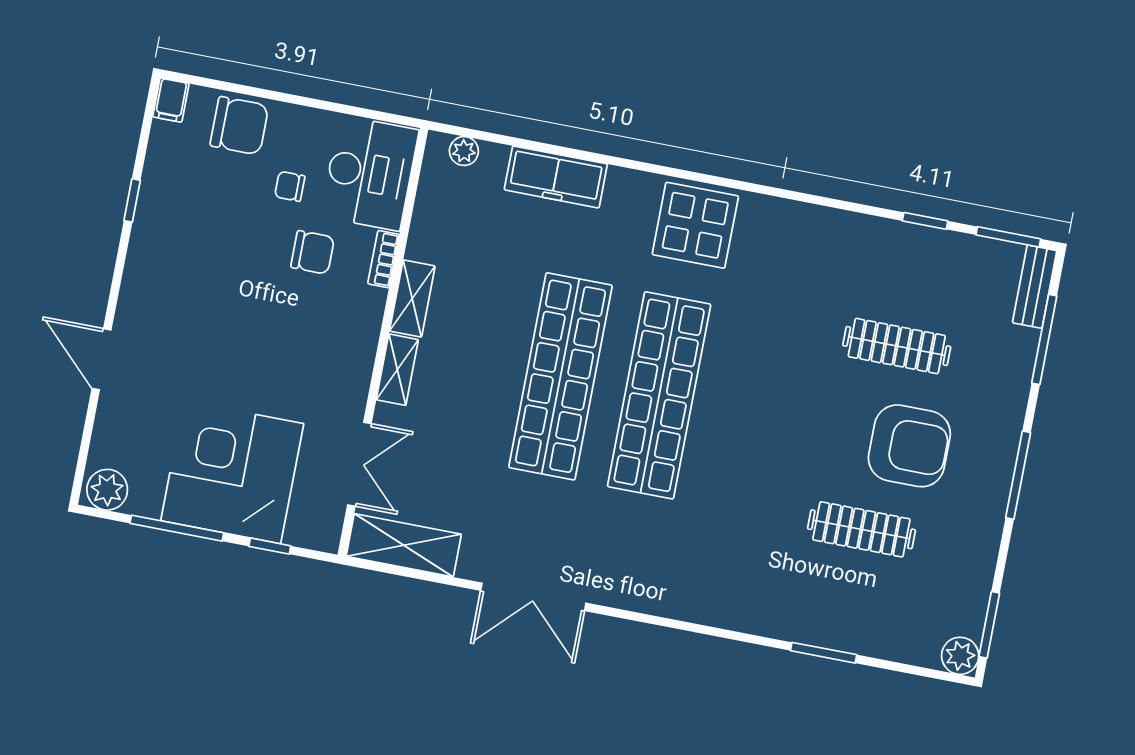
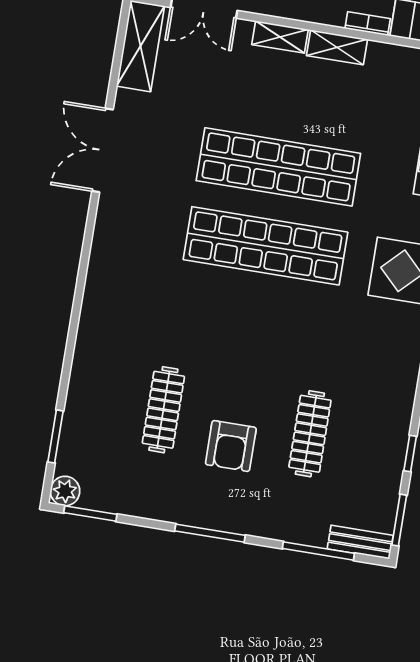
armchair: (909, 446) -> (231, 446), width x0.73, depth x0.73
window: (824, 653) -> (56, 436), moved

